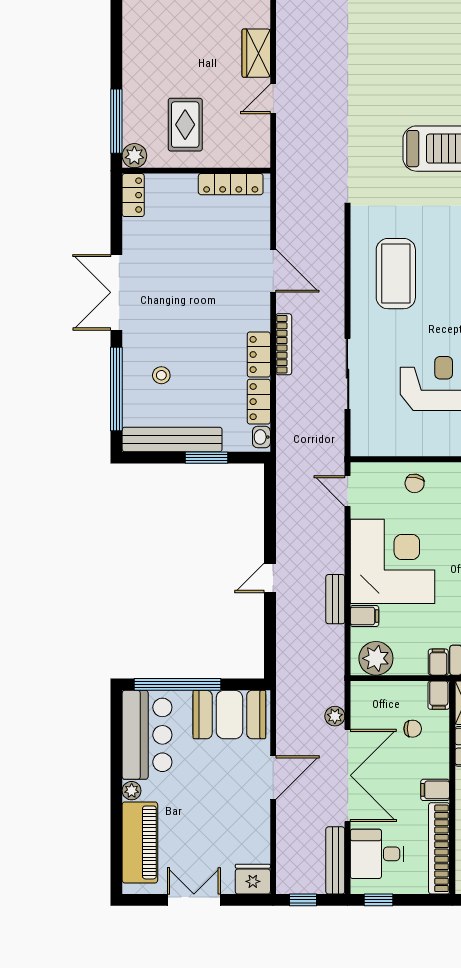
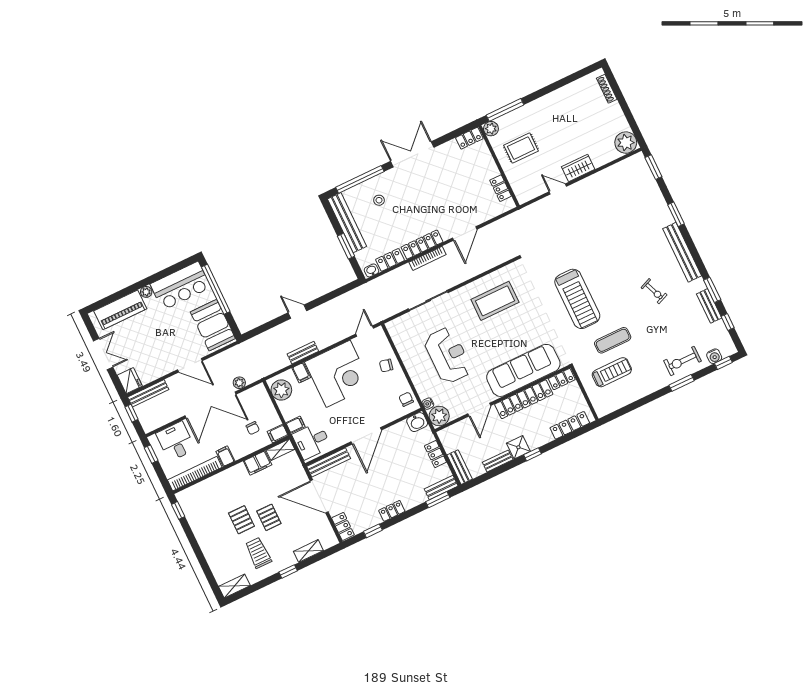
locker: (231, 184) -> (501, 188), width x0.66
locker: (259, 354) -> (422, 245), width x1.53
bench: (335, 860) -> (148, 393), moved

